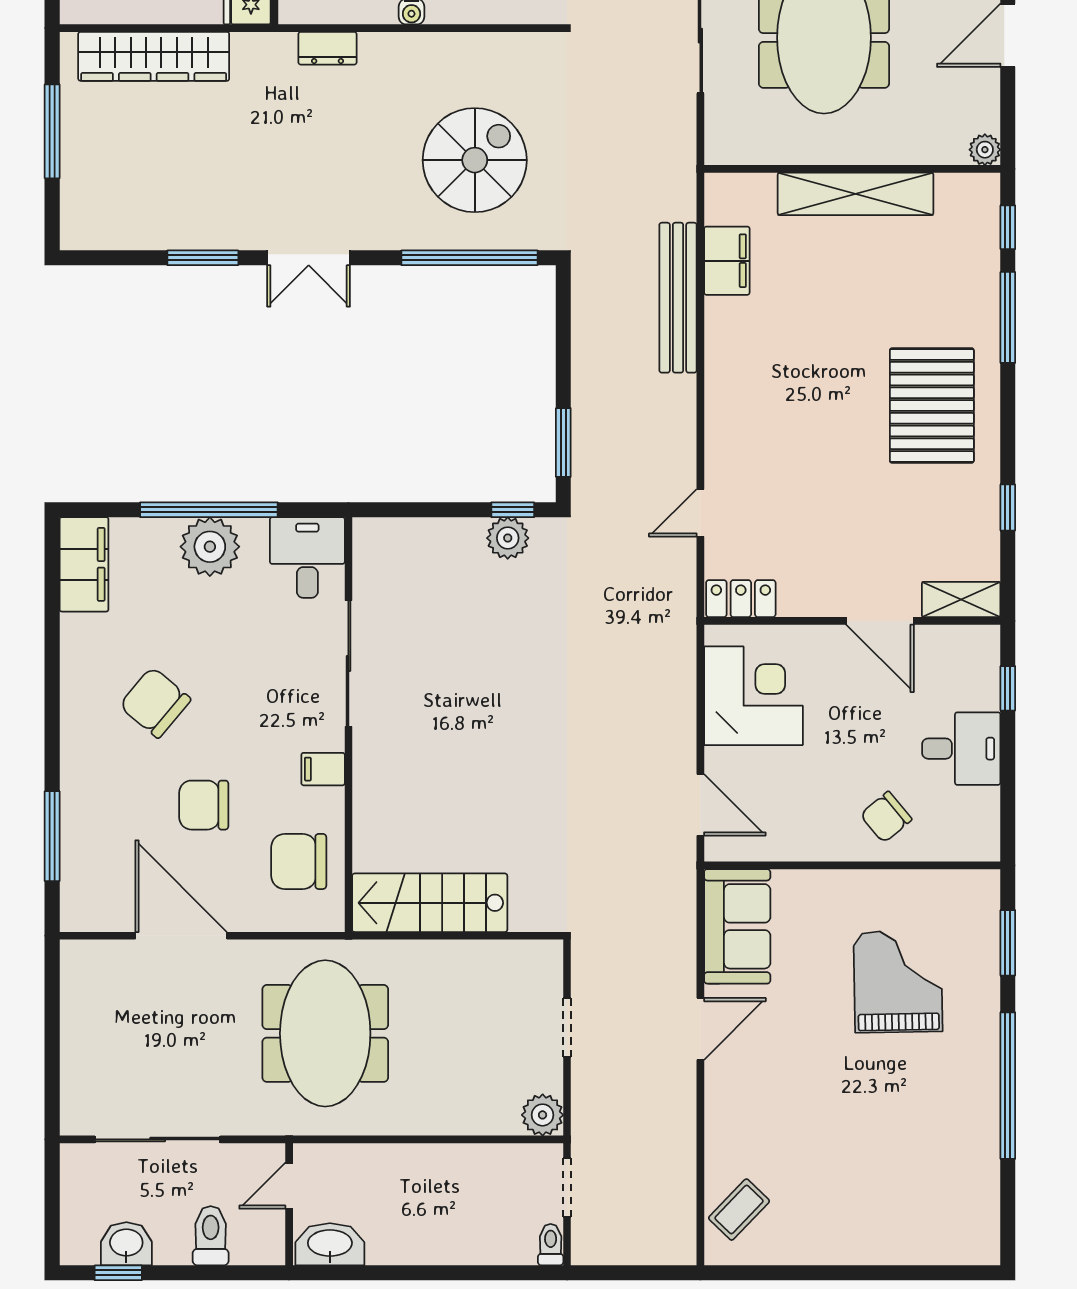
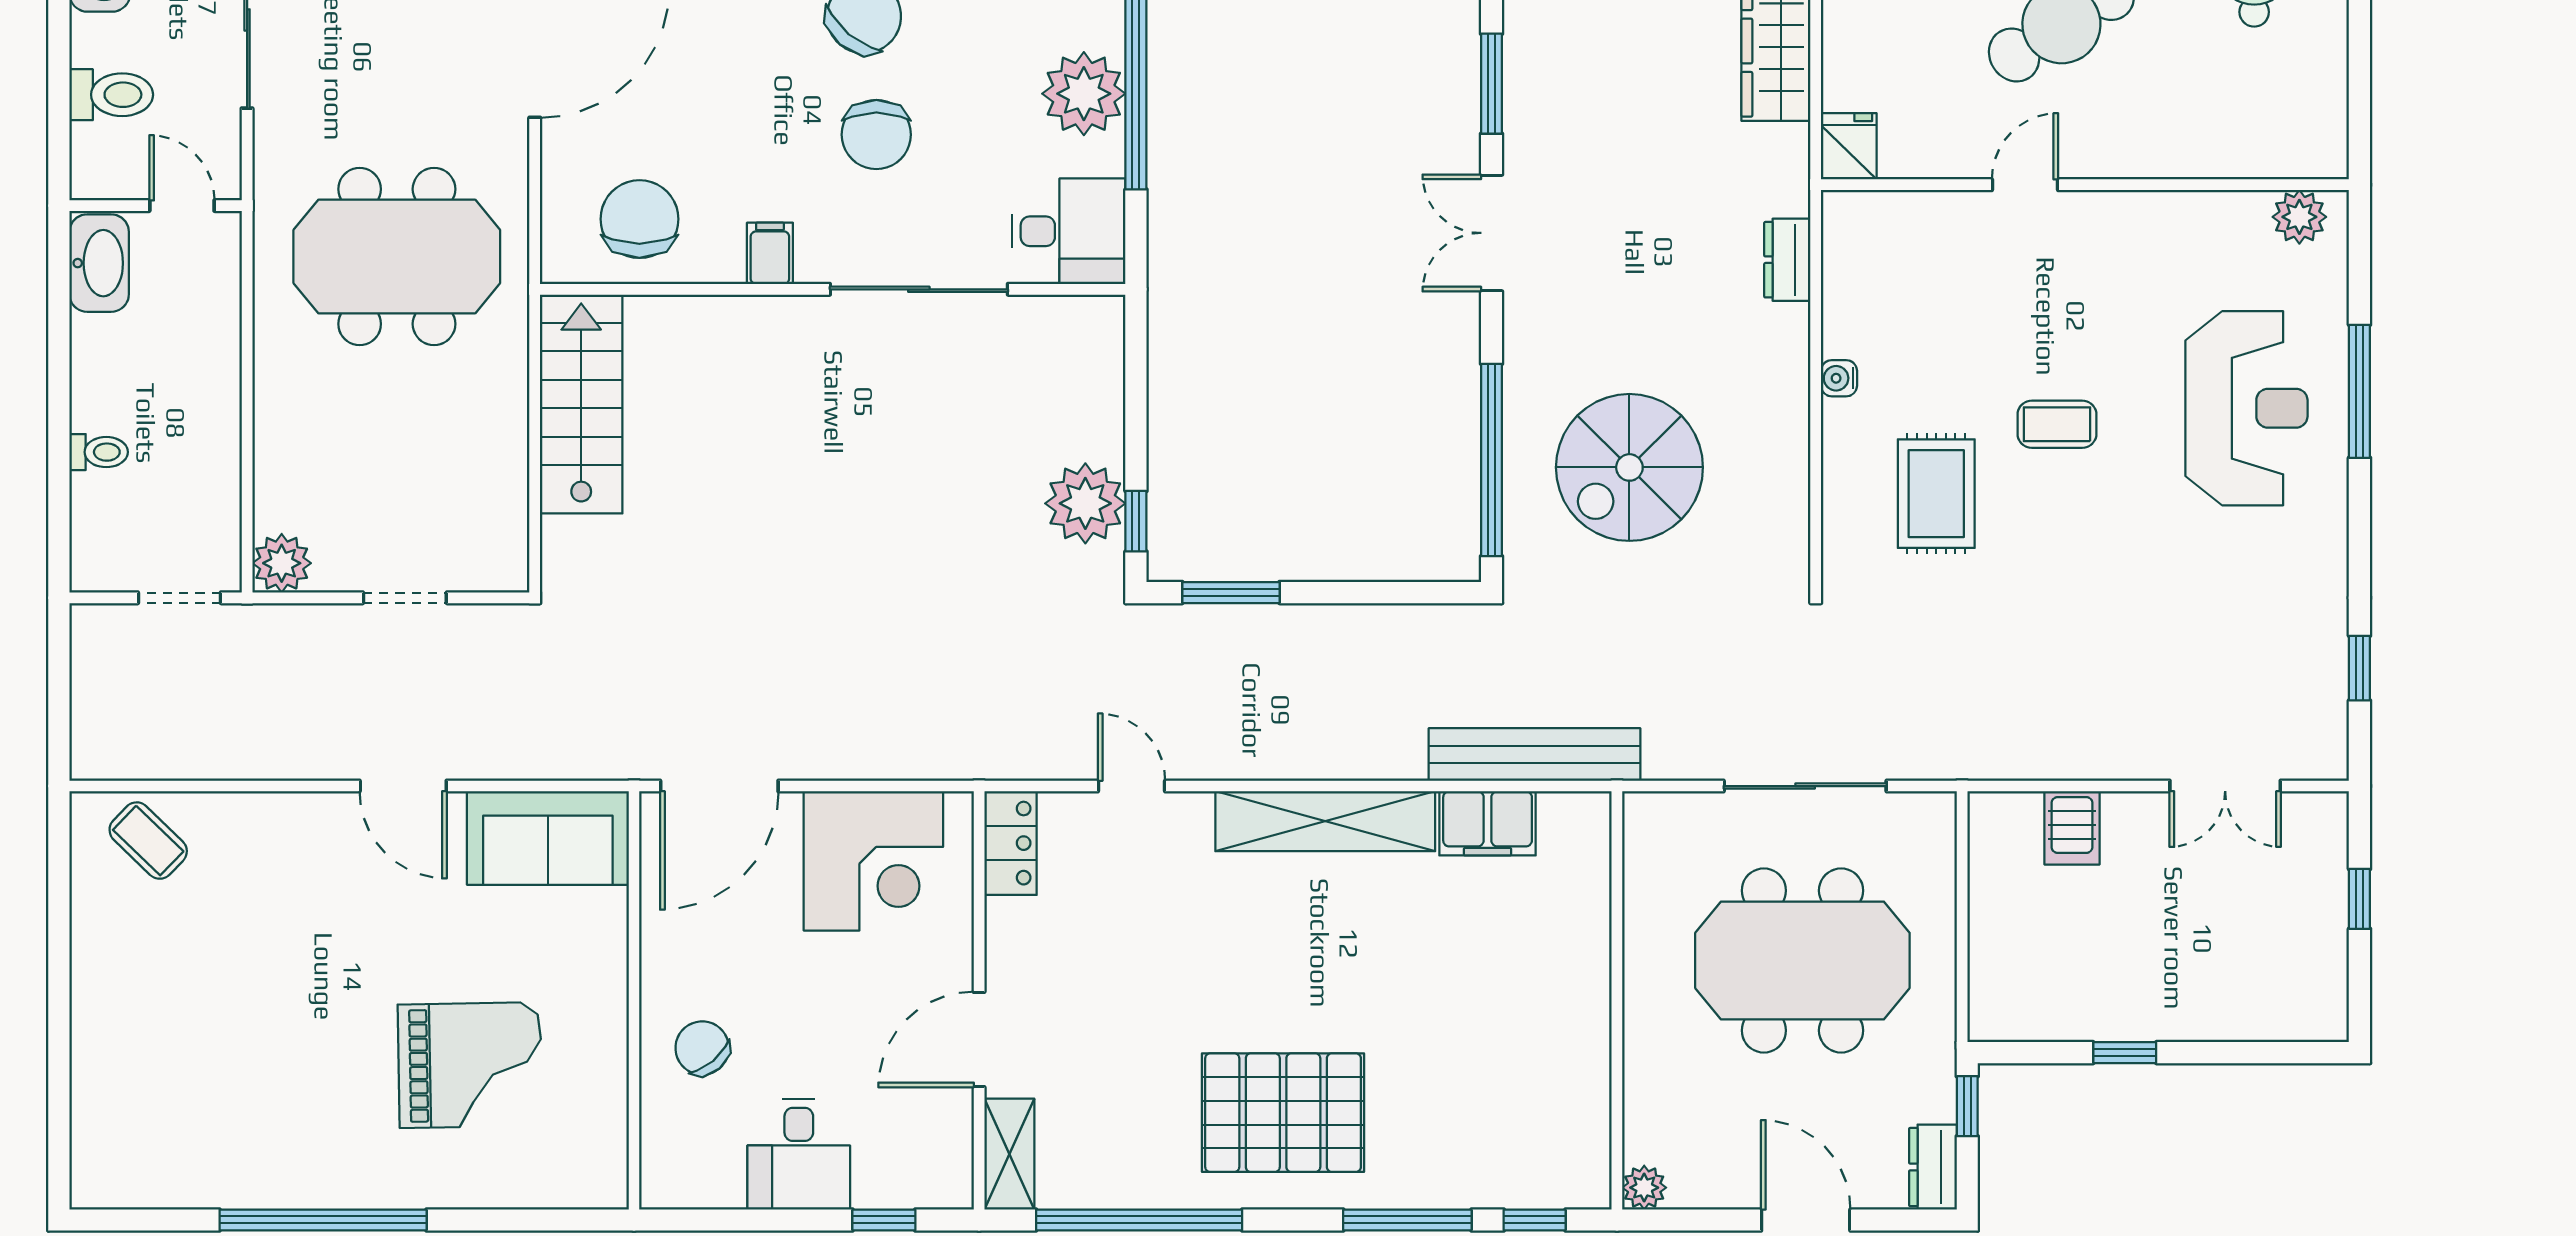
spiral stairs: (475, 160) -> (1629, 467), turned 90
shelving: (856, 194) -> (1325, 821), moved, turned 90
bench: (678, 298) -> (1535, 754), moved
window: (1008, 507) -> (1139, 1220), width x3.17
plant: (508, 538) -> (1085, 503), width x1.36, depth x1.36
chair: (204, 805) -> (876, 135), moved, turned 180
door: (700, 805) -> (719, 786), width x1.36
window: (1008, 943) -> (525, 1220), removed
toilet: (551, 1245) -> (99, 452), moved

